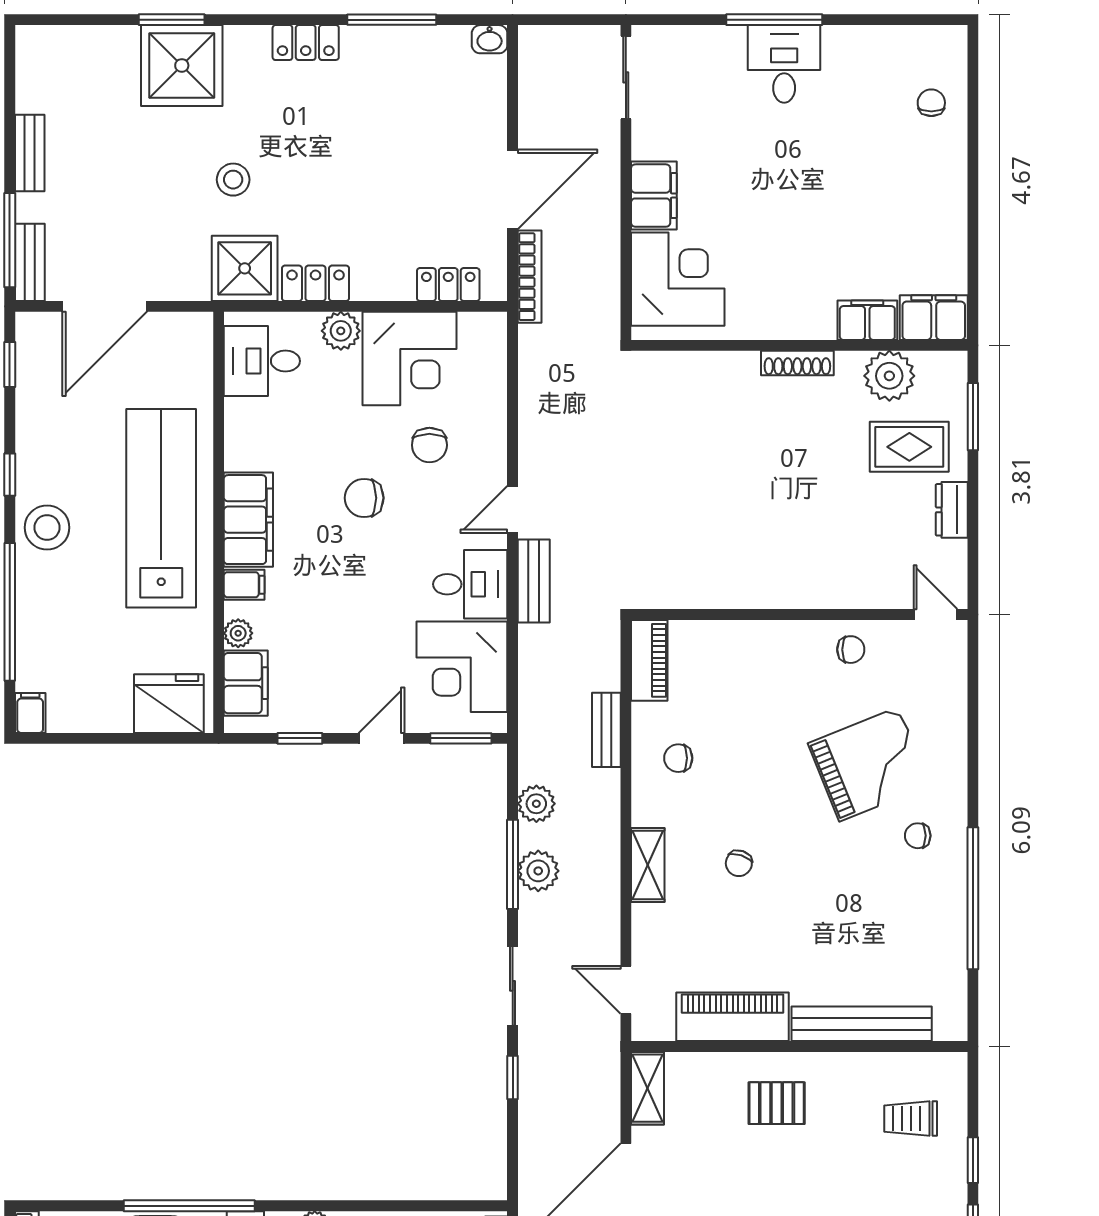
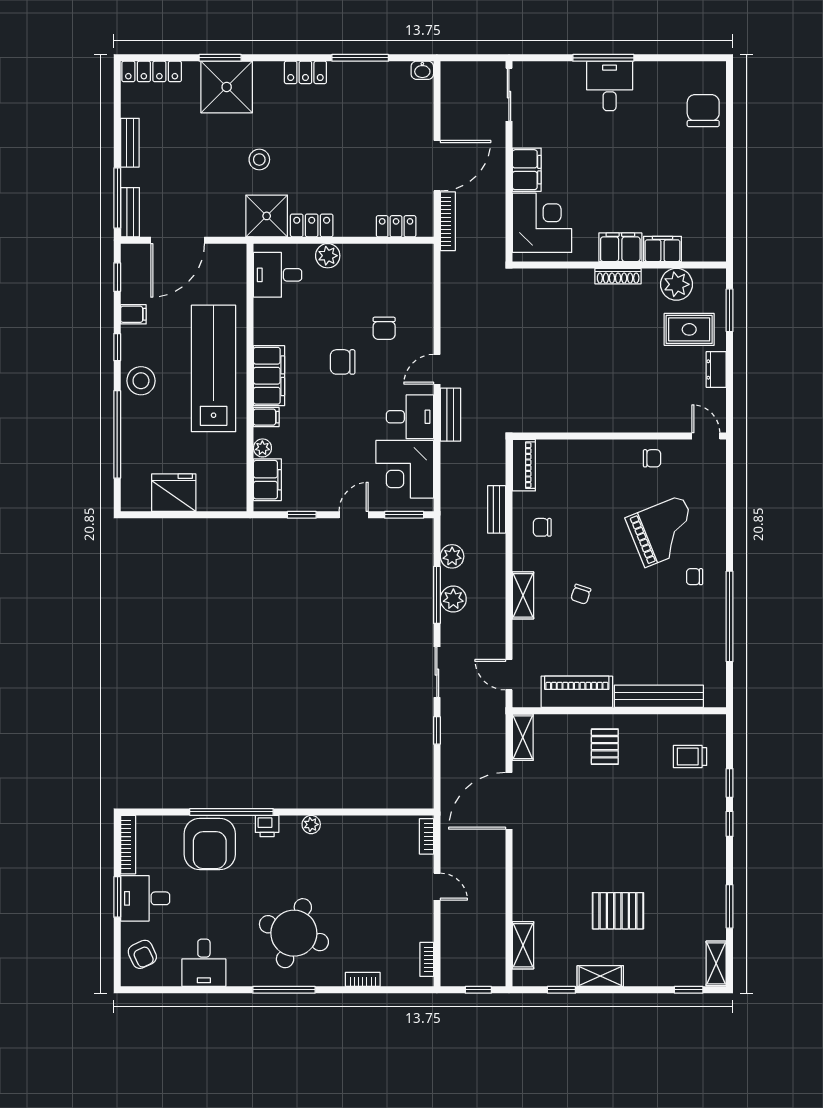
locker: (64, 41) -> (152, 71), added
chair: (931, 103) -> (703, 111), width x1.87, depth x1.87
filing cabinet: (934, 318) -> (620, 247), moved
corner desk: (410, 359) -> (371, 273), removed
fridge: (169, 704) -> (174, 493), moved
filing cabinet: (30, 713) -> (133, 314), moved, turned 90
pallet: (777, 1103) -> (605, 747), turned 90

